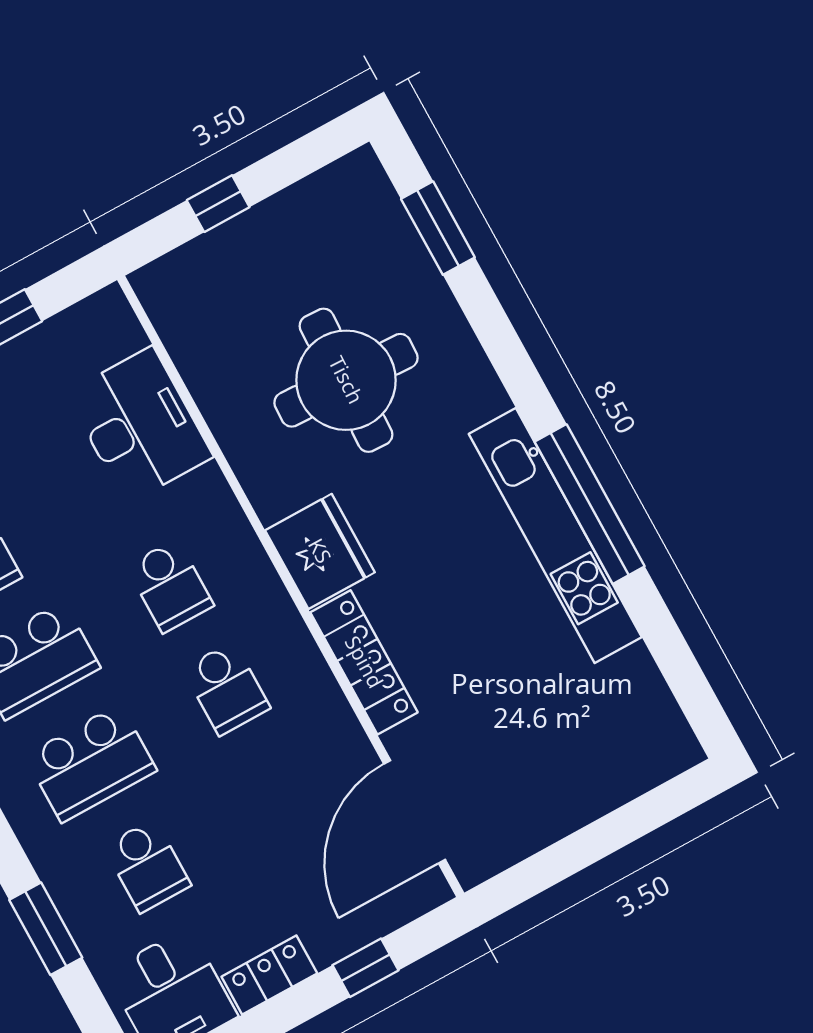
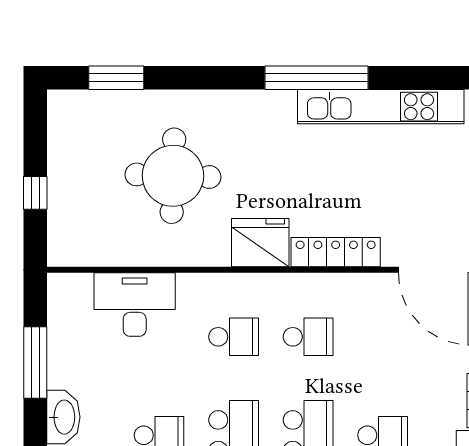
kitchen unit: (555, 536) -> (381, 107), moved

